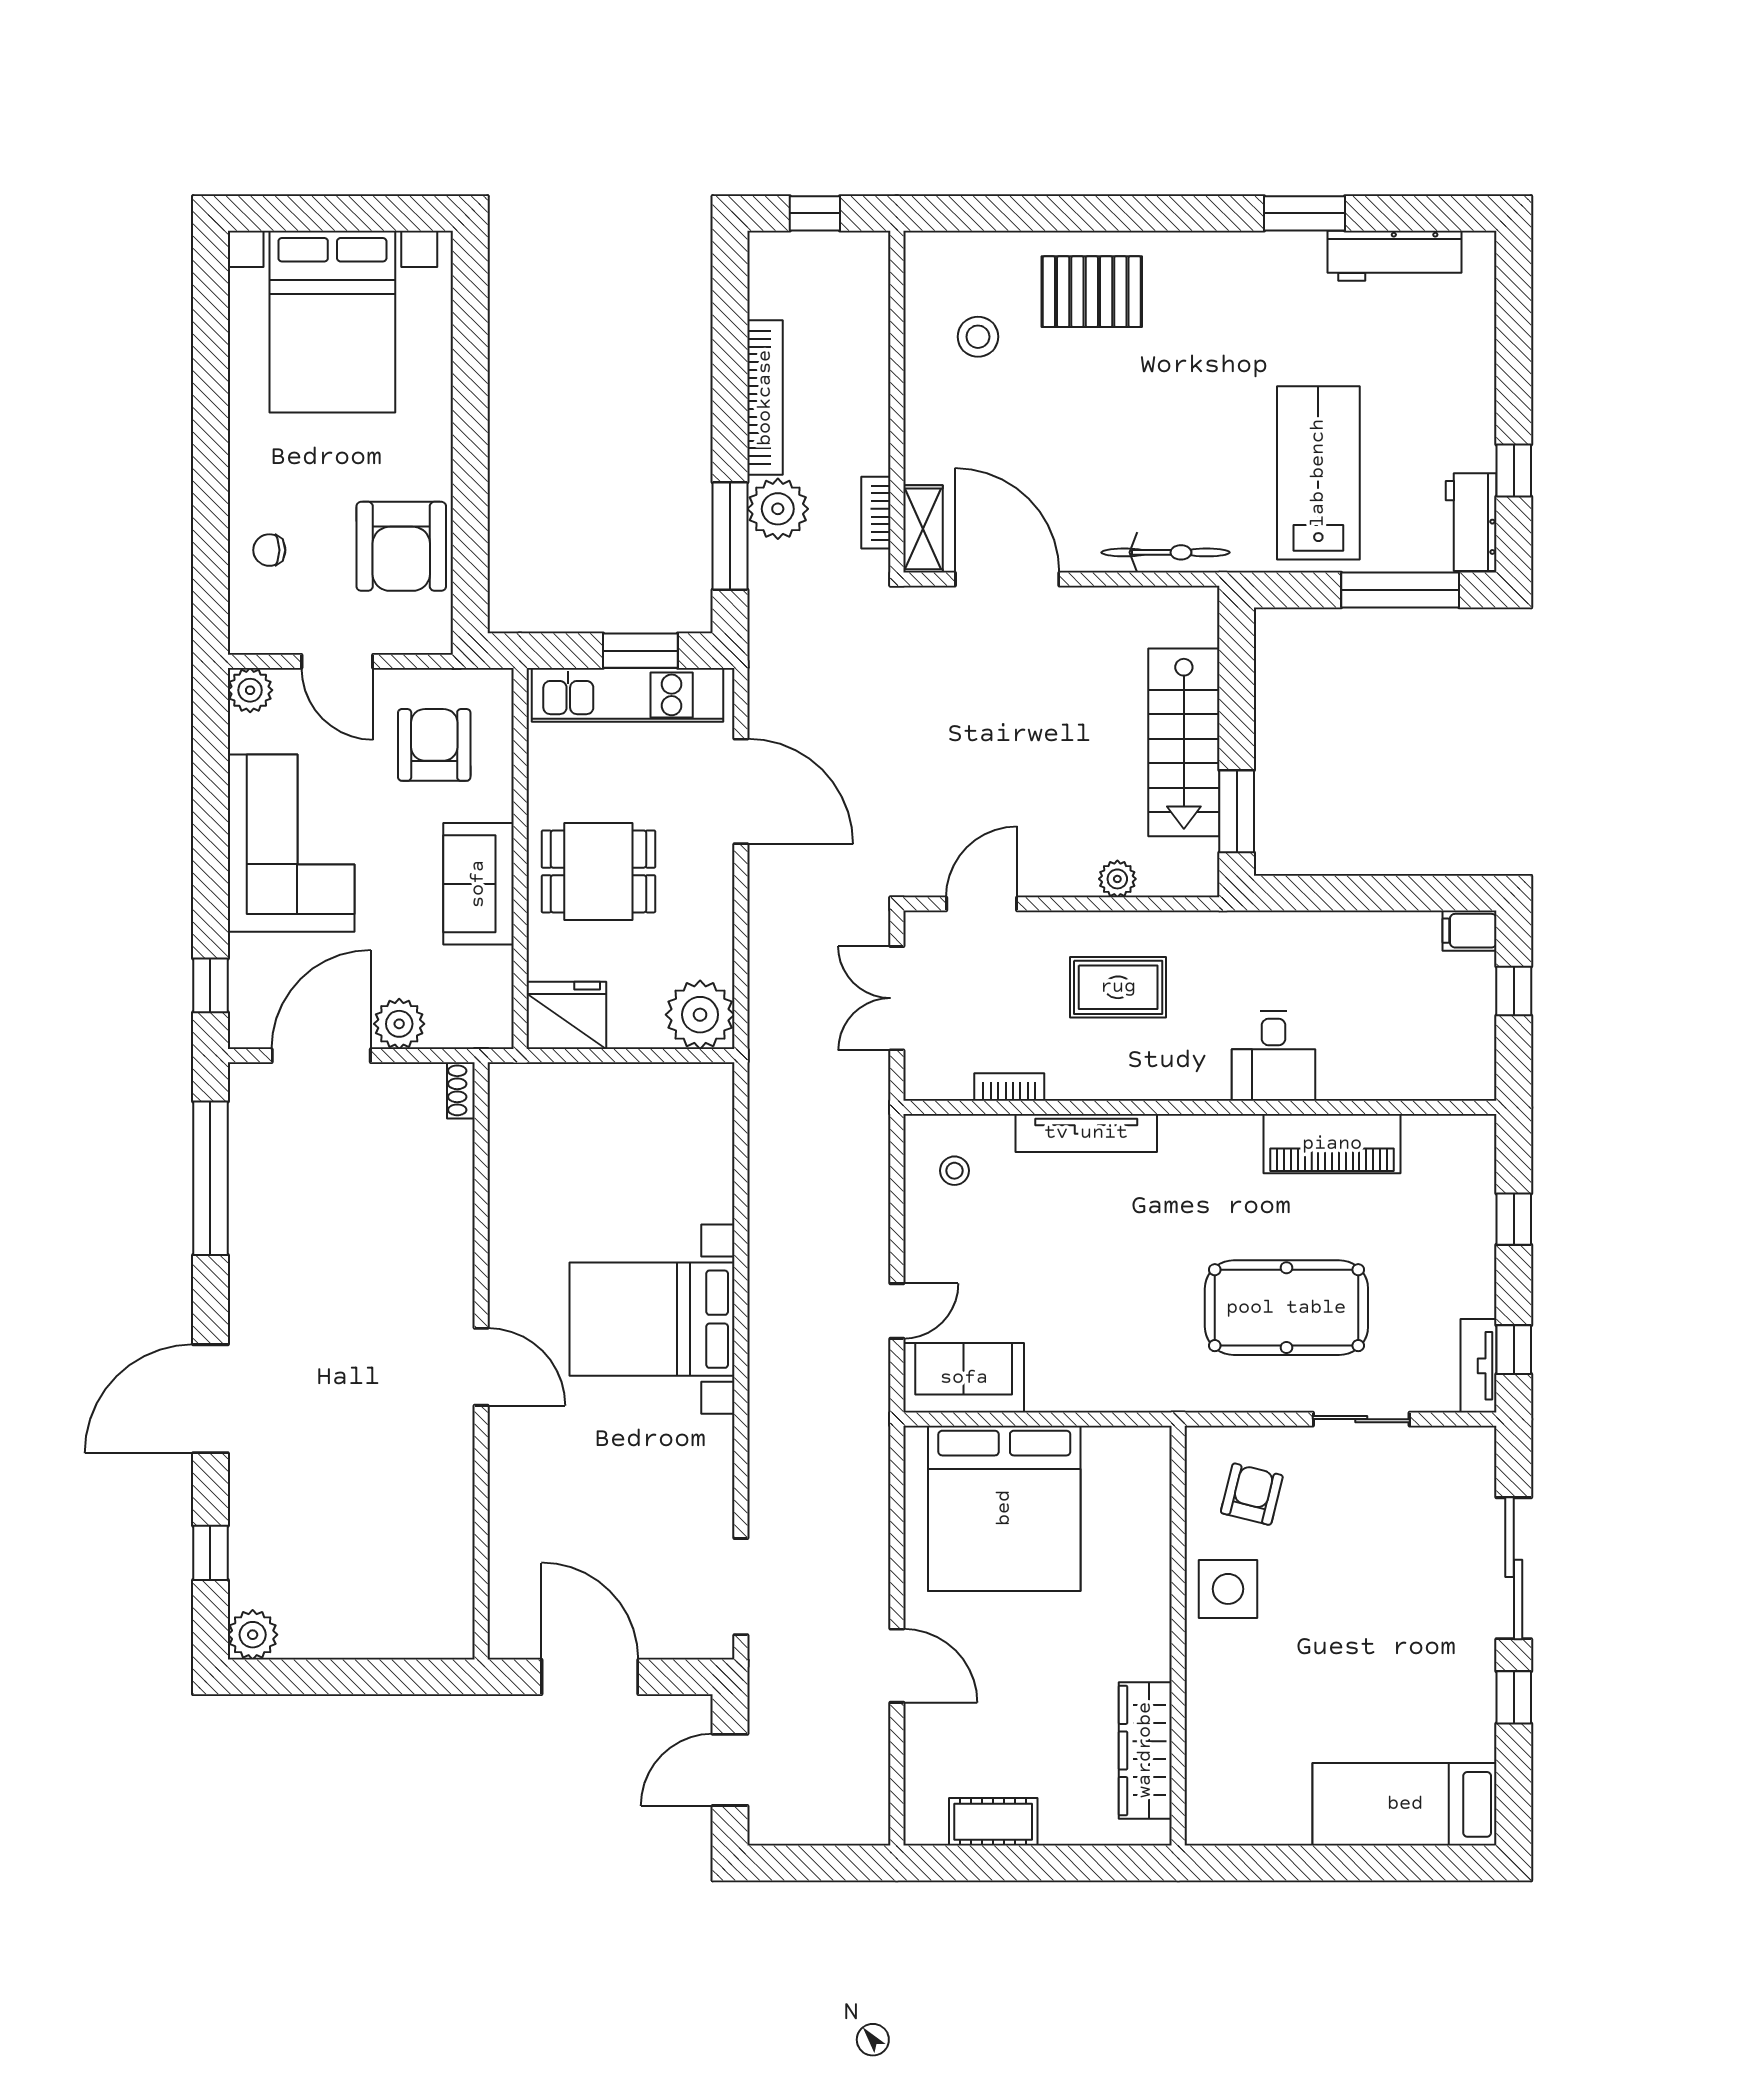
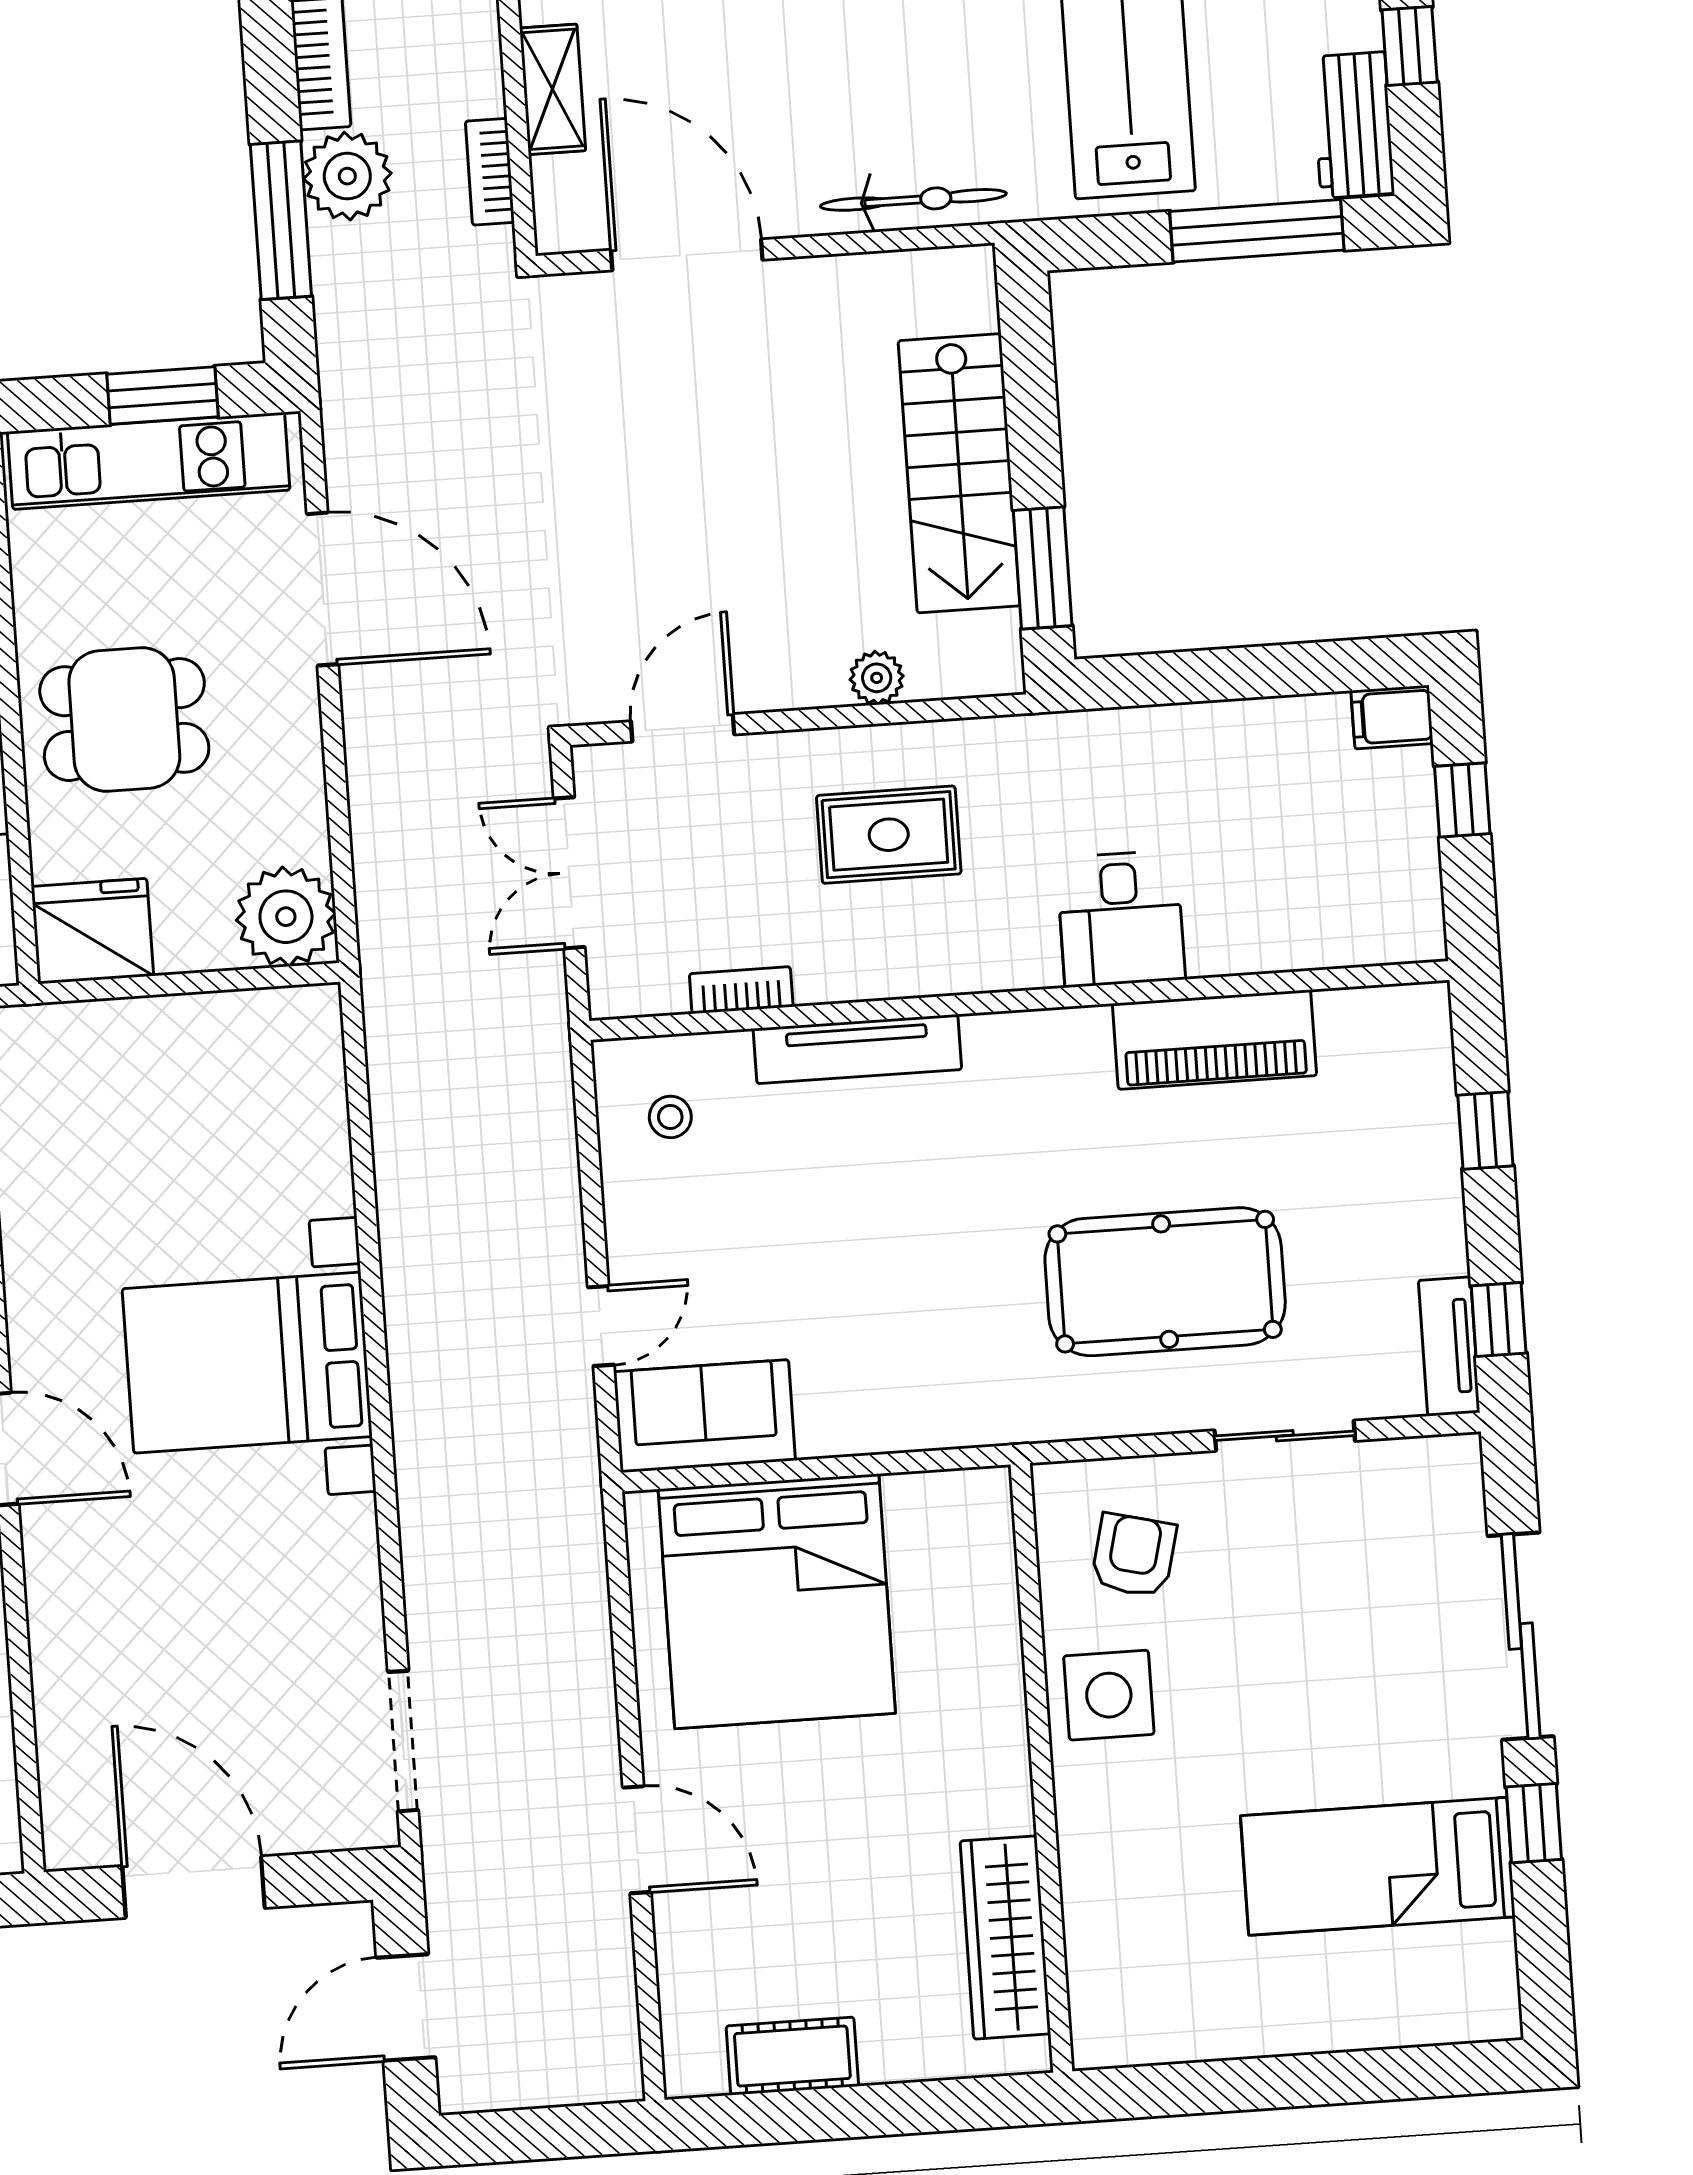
shelving: (923, 529) -> (553, 89), moved
bed: (1405, 1804) -> (1378, 1866), moved

